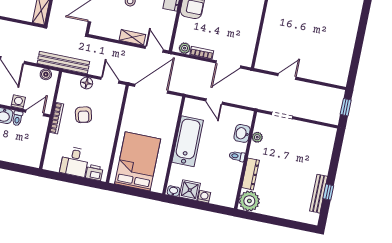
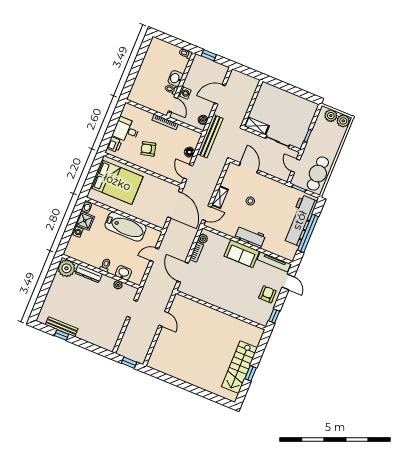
door: (110, 80) -> (188, 172), swing flipped
armchair: (83, 115) -> (148, 149), moved

